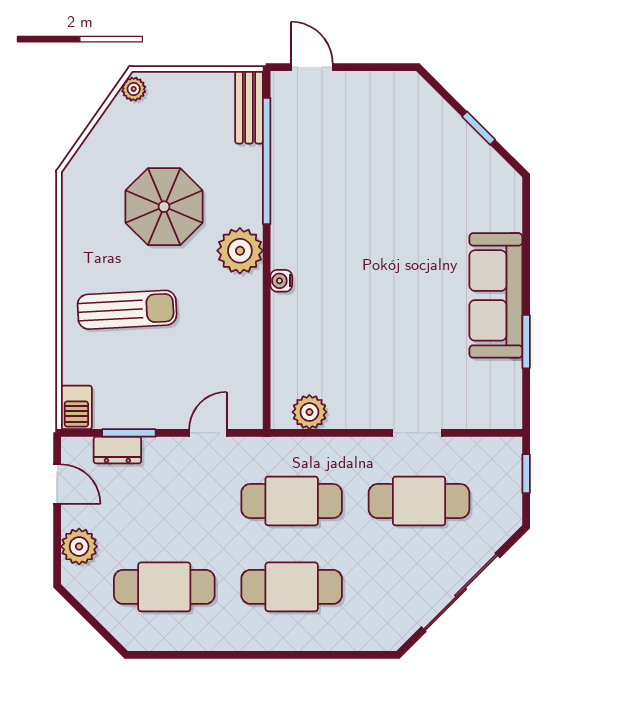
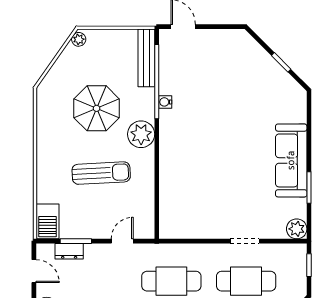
bench: (249, 107) -> (146, 58), width x1.36
water cooler: (281, 281) -> (165, 102), moved
sun lounger: (127, 310) -> (101, 173), moved
barbecue: (76, 407) -> (48, 221), width x1.38, depth x1.27
plant: (309, 412) -> (297, 229), moved

